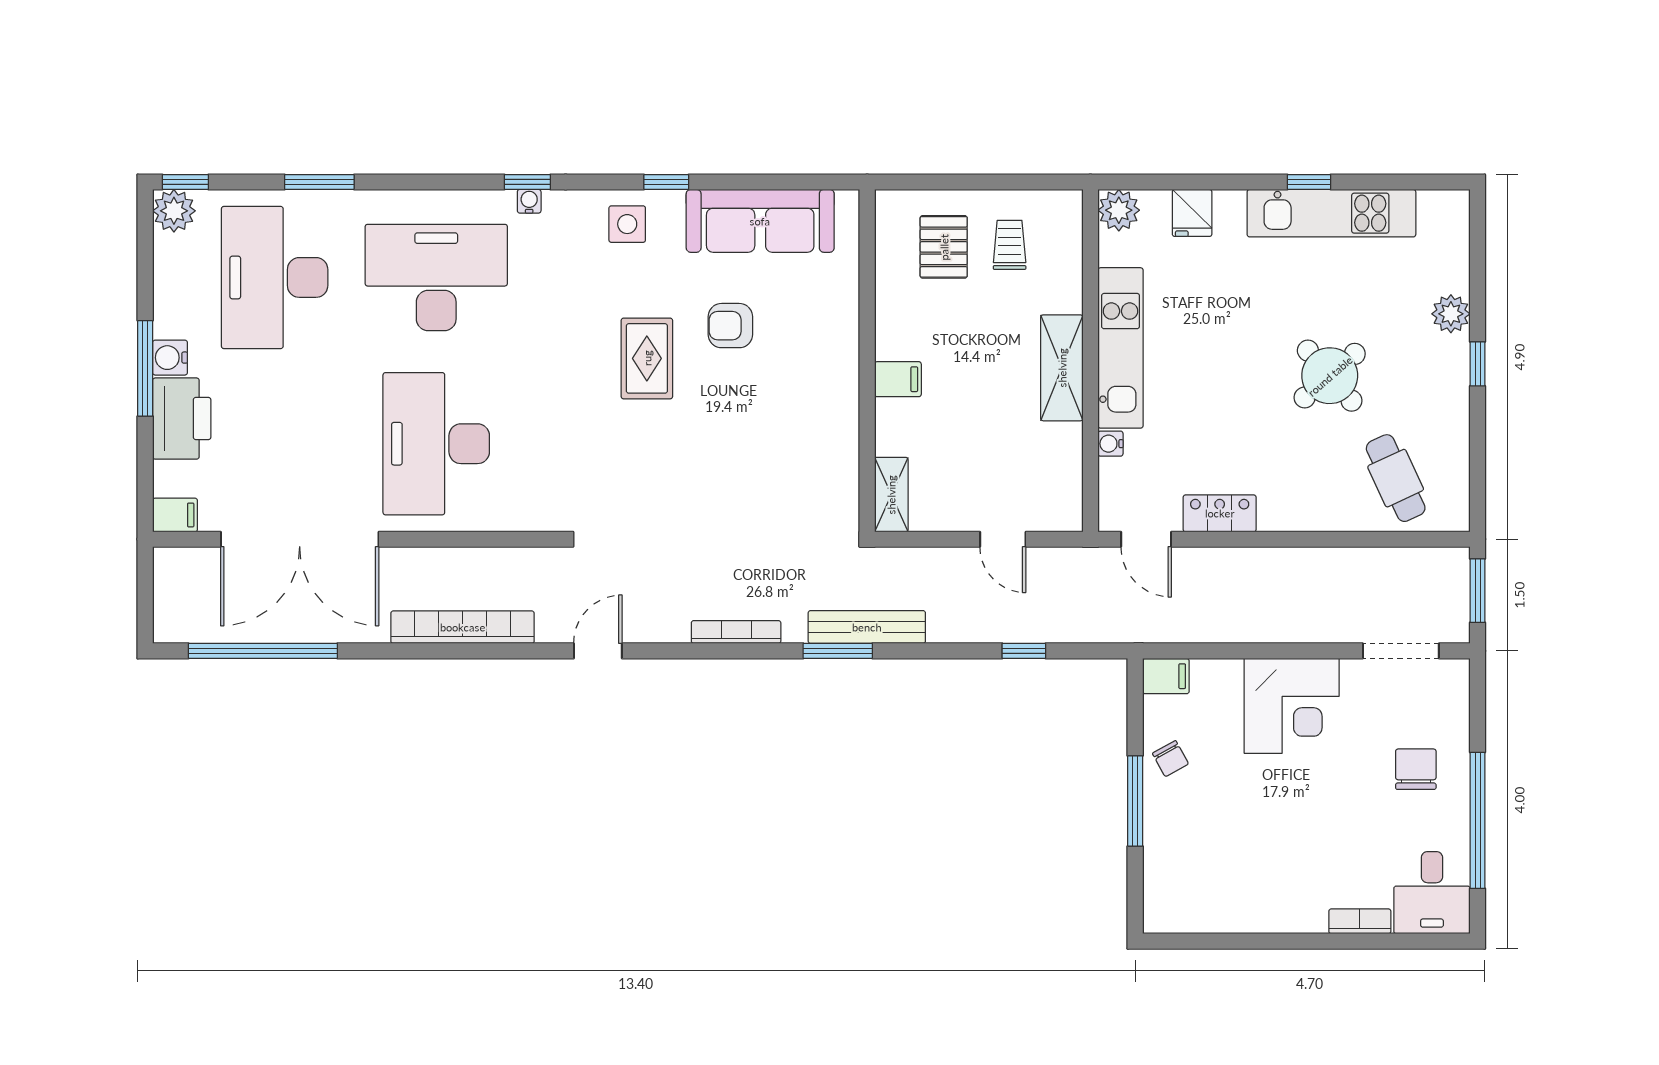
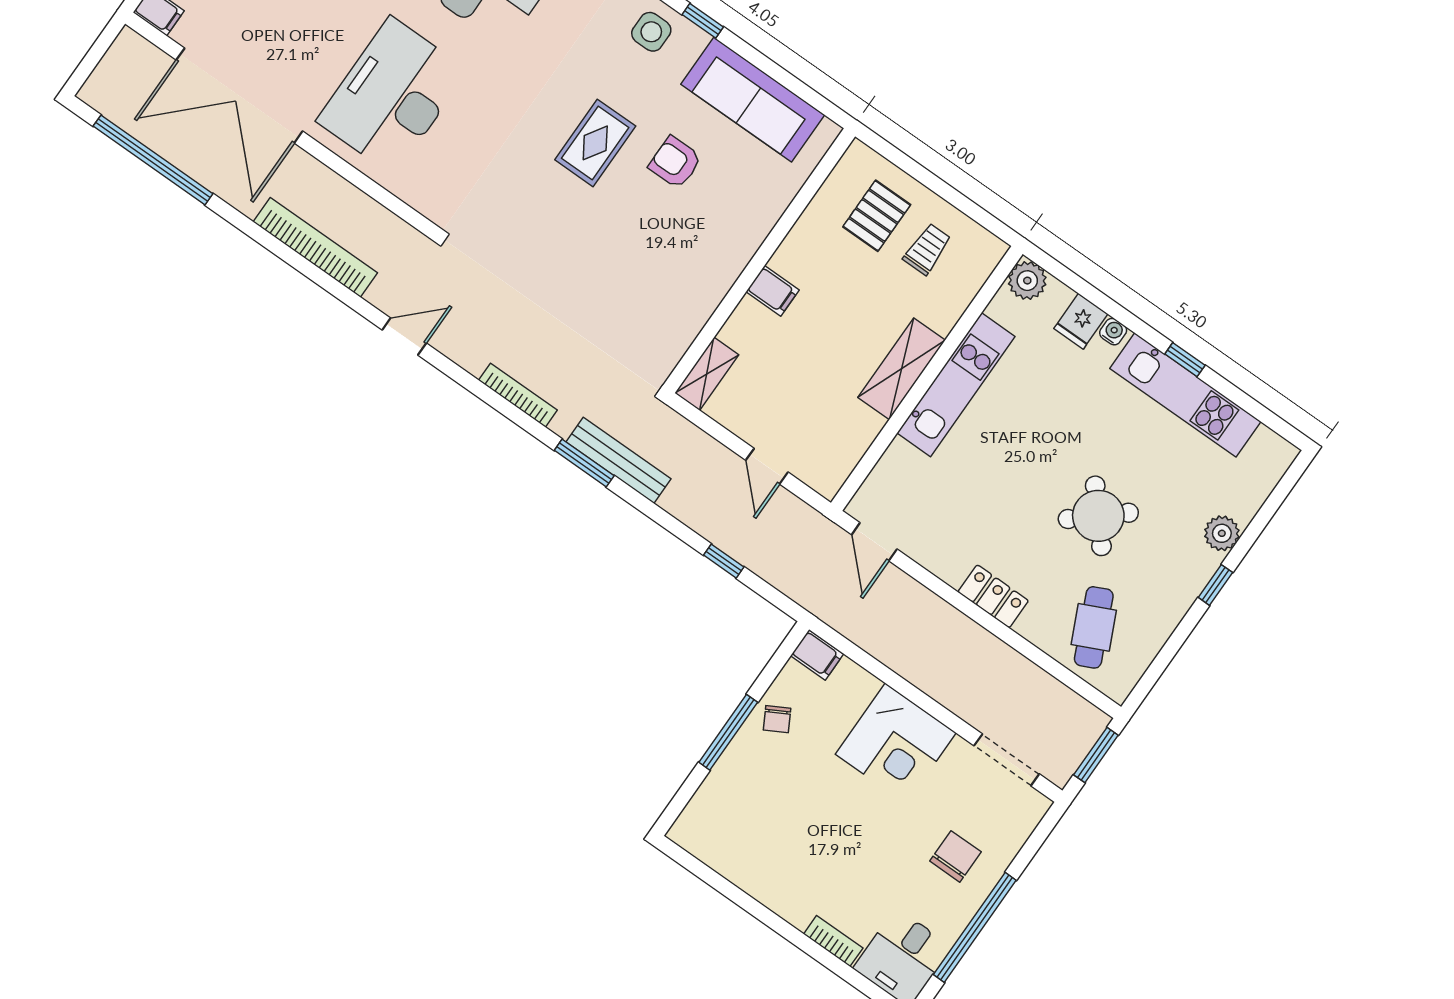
water cooler: (1110, 444) -> (1113, 332), moved, turned 90
locker: (1220, 513) -> (993, 596), moved

